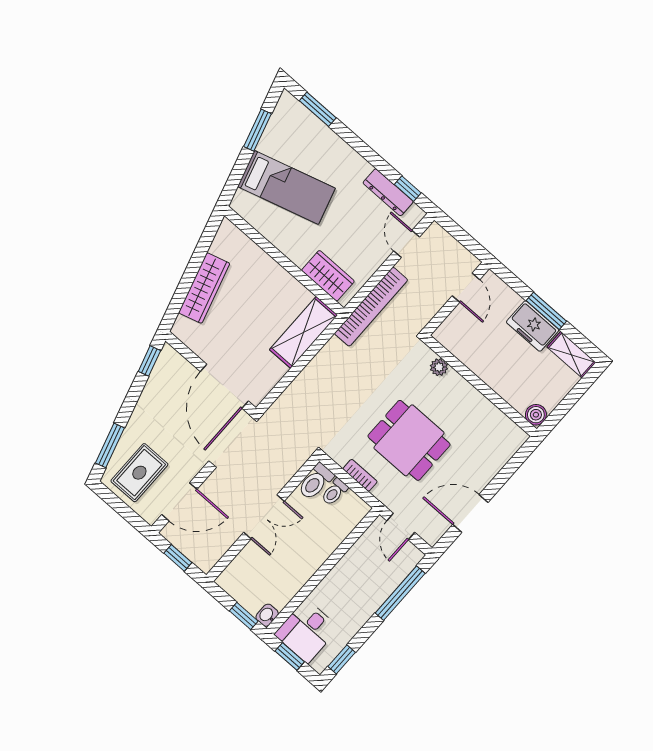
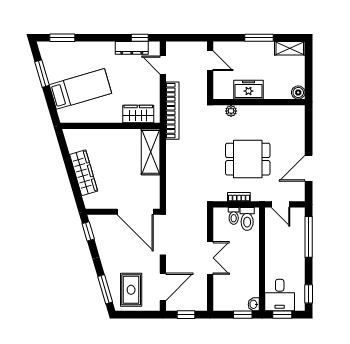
freezer: (533, 326) -> (248, 90), moved, turned 180
toilet: (316, 482) -> (247, 219), moved

